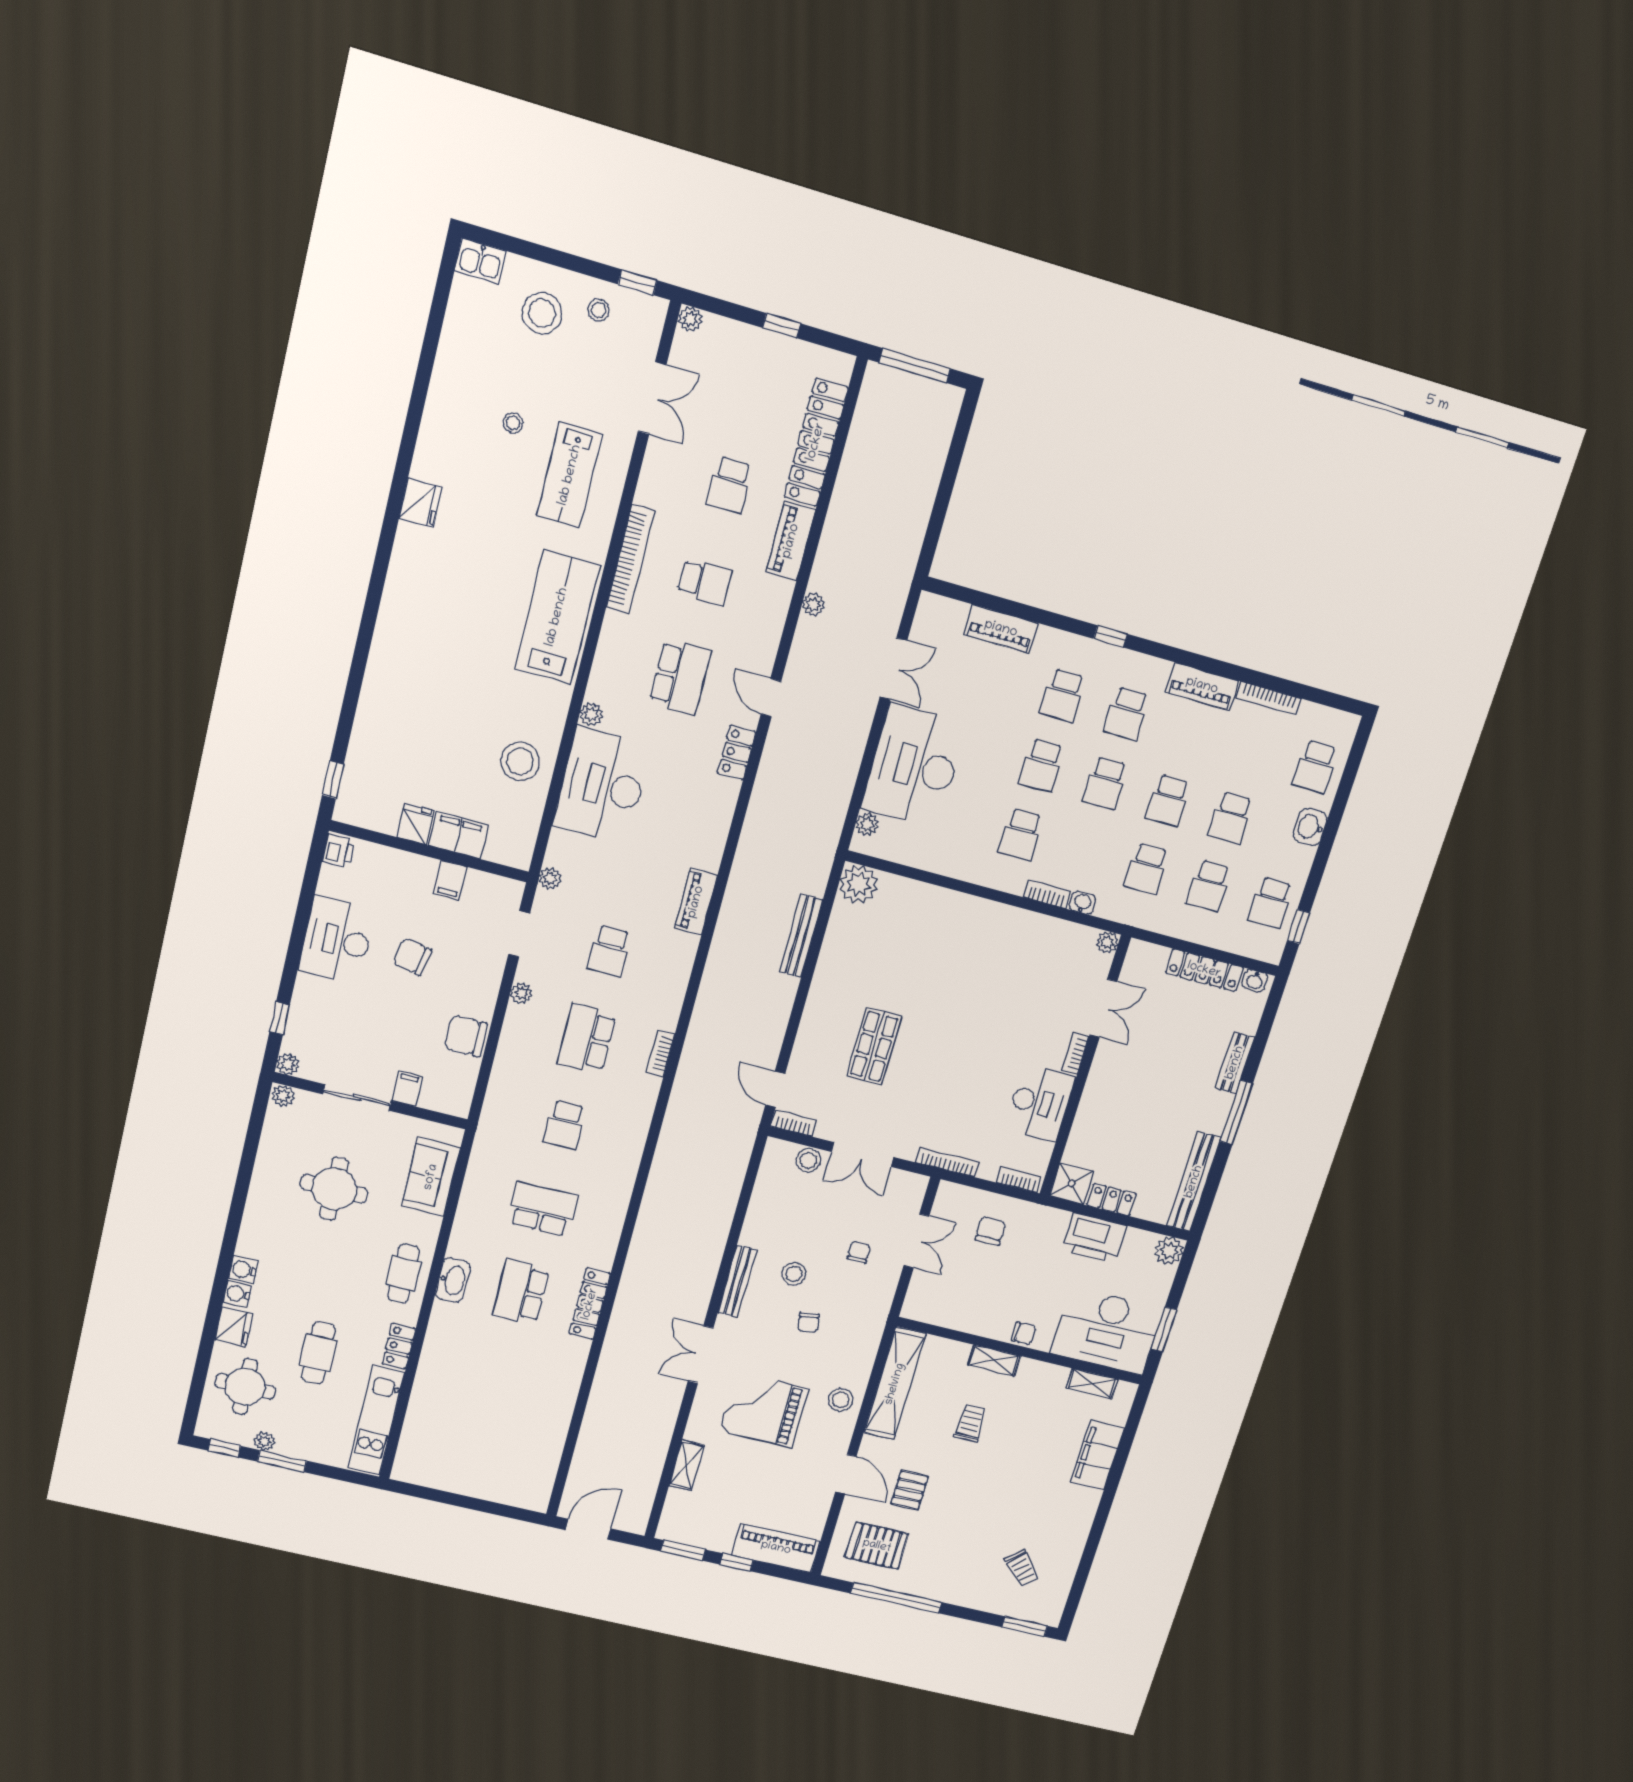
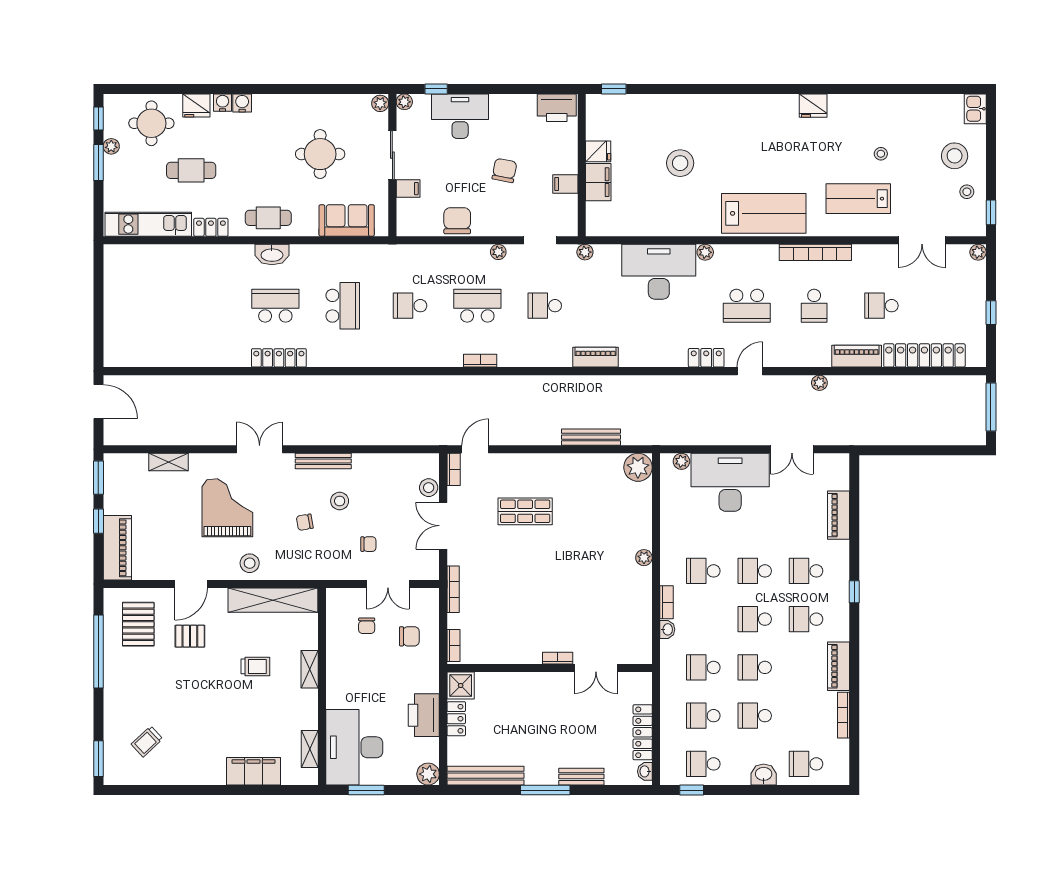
stool: (520, 761) -> (680, 163), moved
printer: (338, 851) -> (557, 108), width x1.87, depth x1.48
desk: (337, 940) -> (460, 116), moved
plant: (1107, 942) -> (644, 558), moved
desk: (1040, 1103) -> (515, 643), removed
chair: (1024, 1333) -> (367, 626), moved

